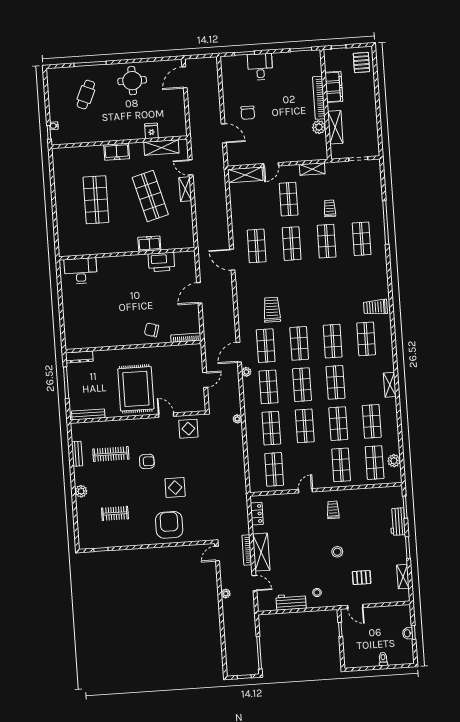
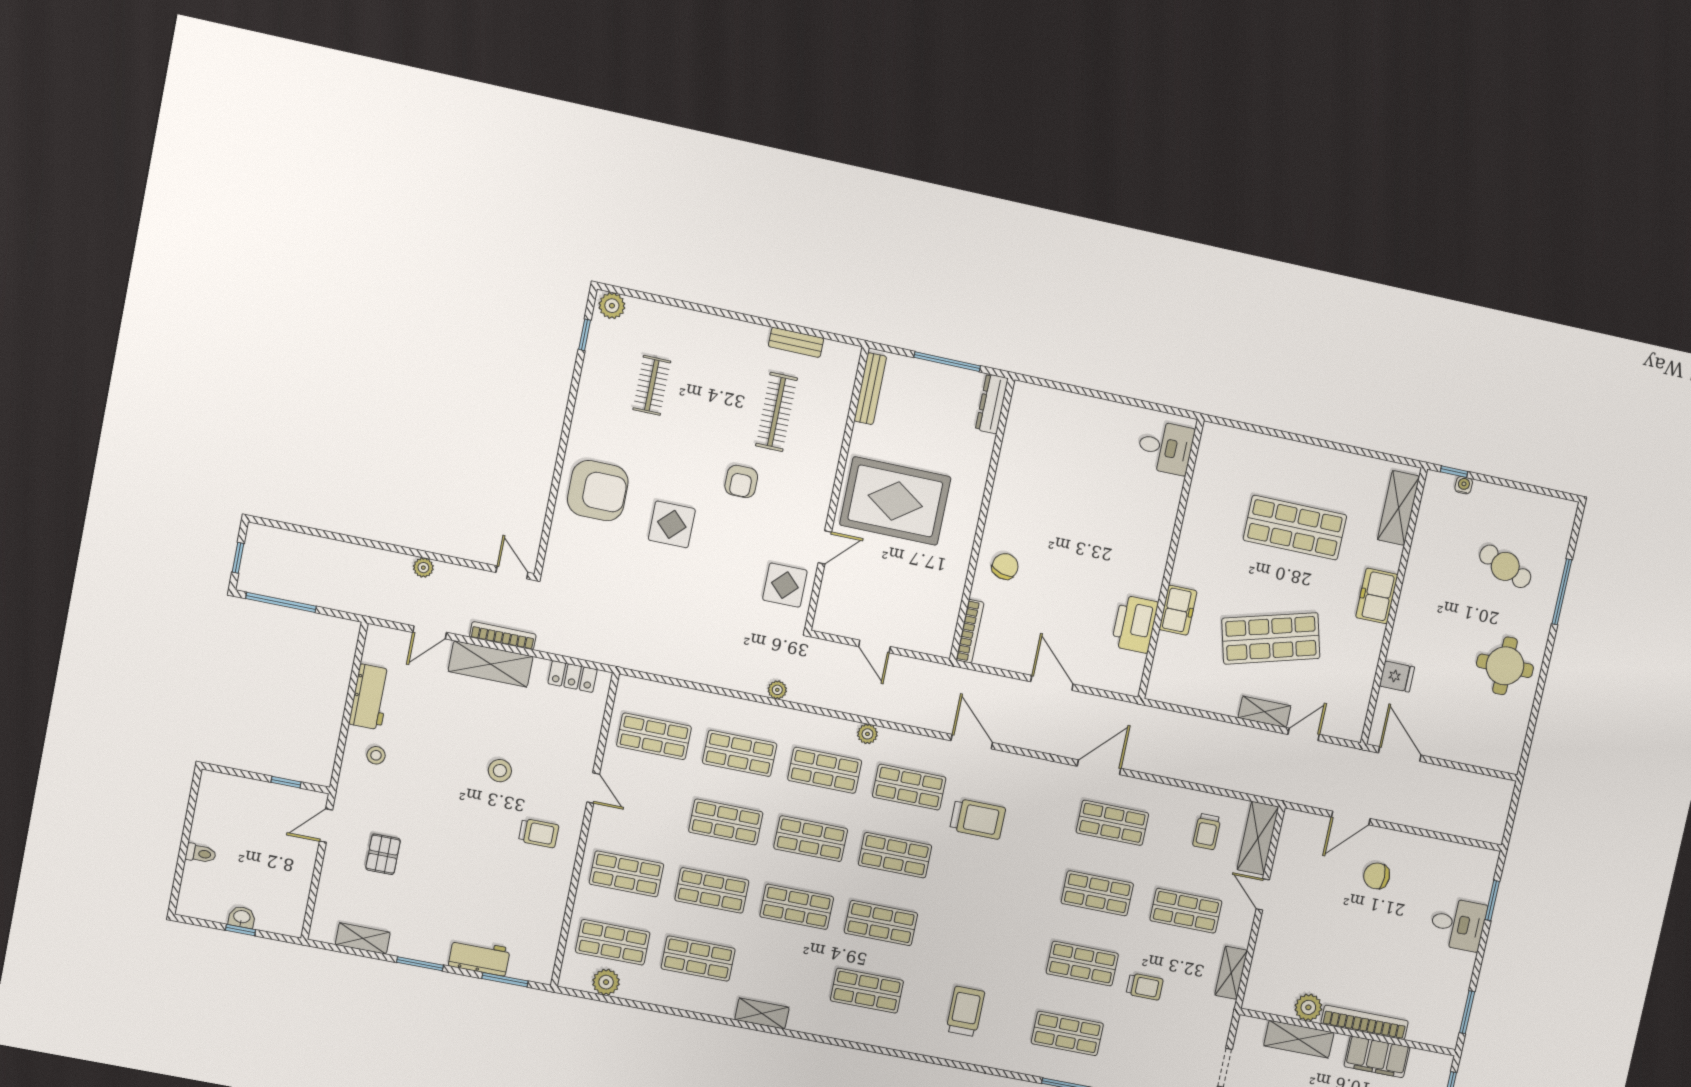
door: (185, 77) -> (1400, 754), moved
shelving: (161, 148) -> (1398, 508), moved
trolley: (249, 200) -> (1207, 832), added
desk: (81, 271) -> (1165, 447), width x0.73
trolley: (375, 307) -> (965, 1011), moved
door: (239, 352) -> (972, 742), moved
plant: (81, 491) -> (612, 306), moved
stool: (337, 552) -> (500, 771), moved

